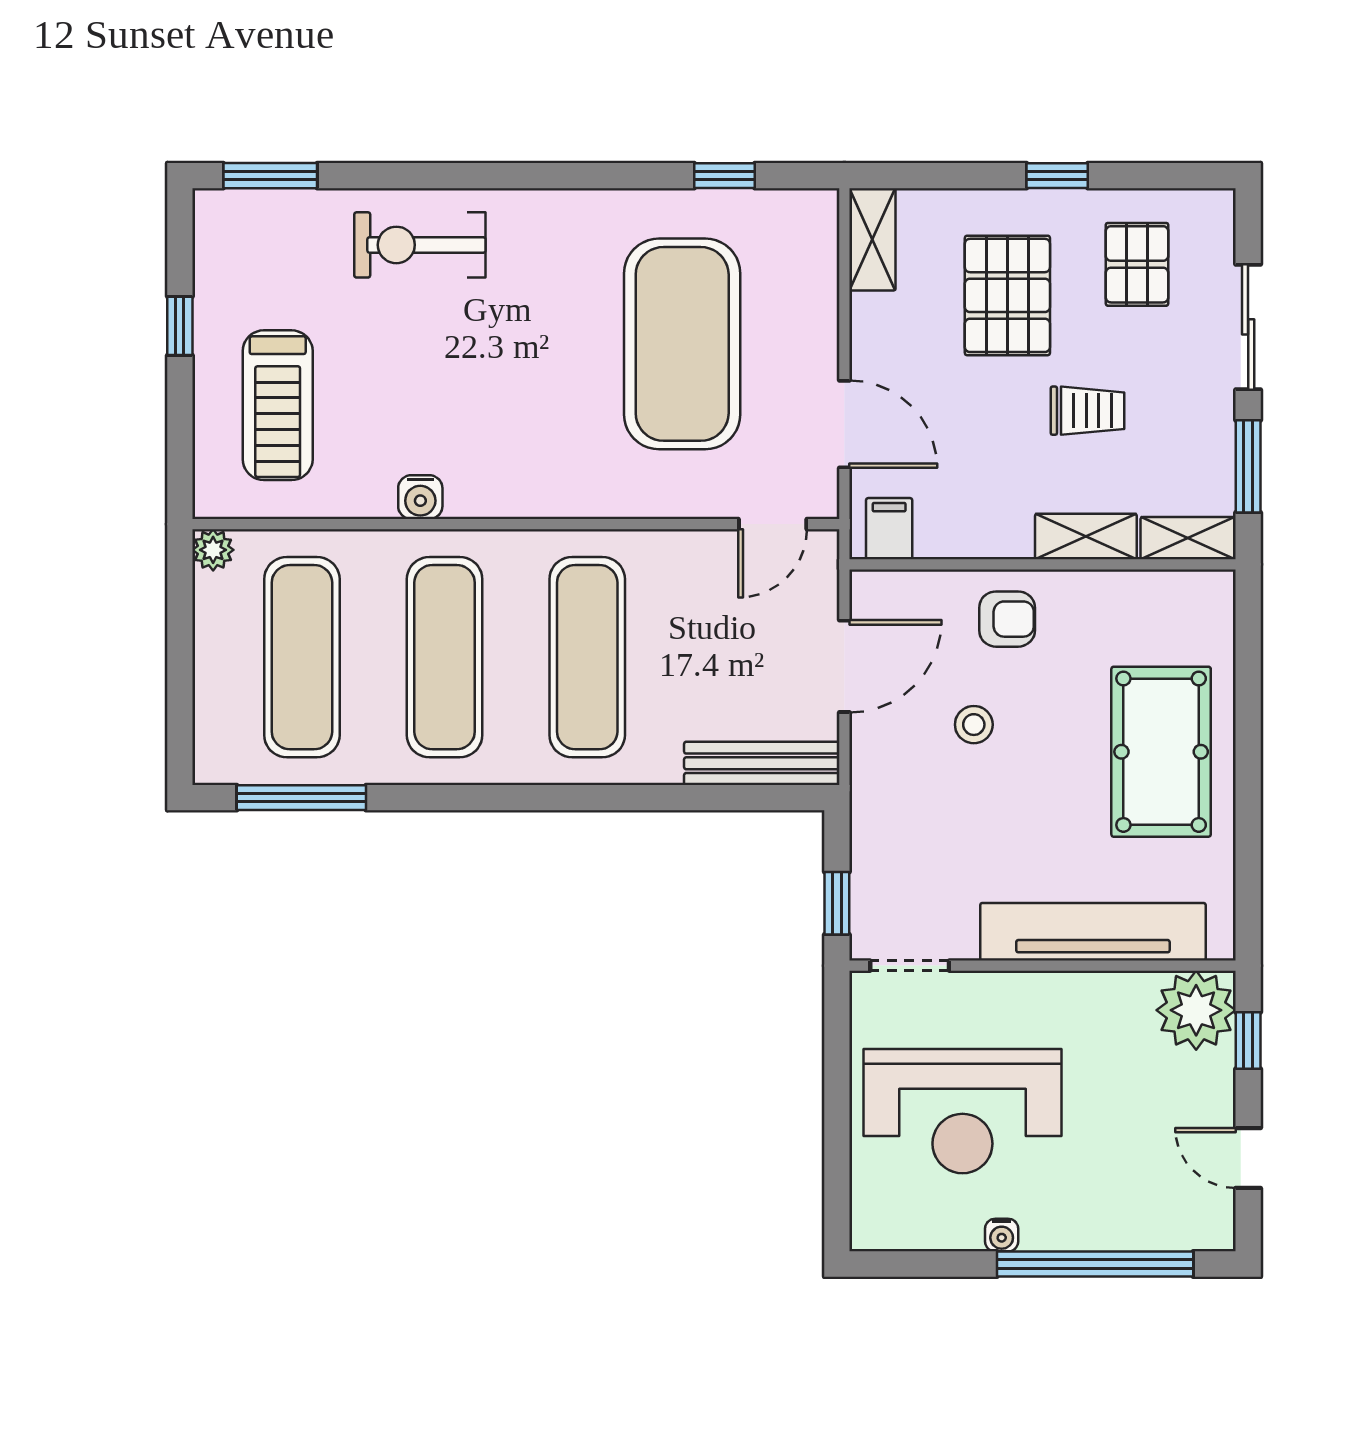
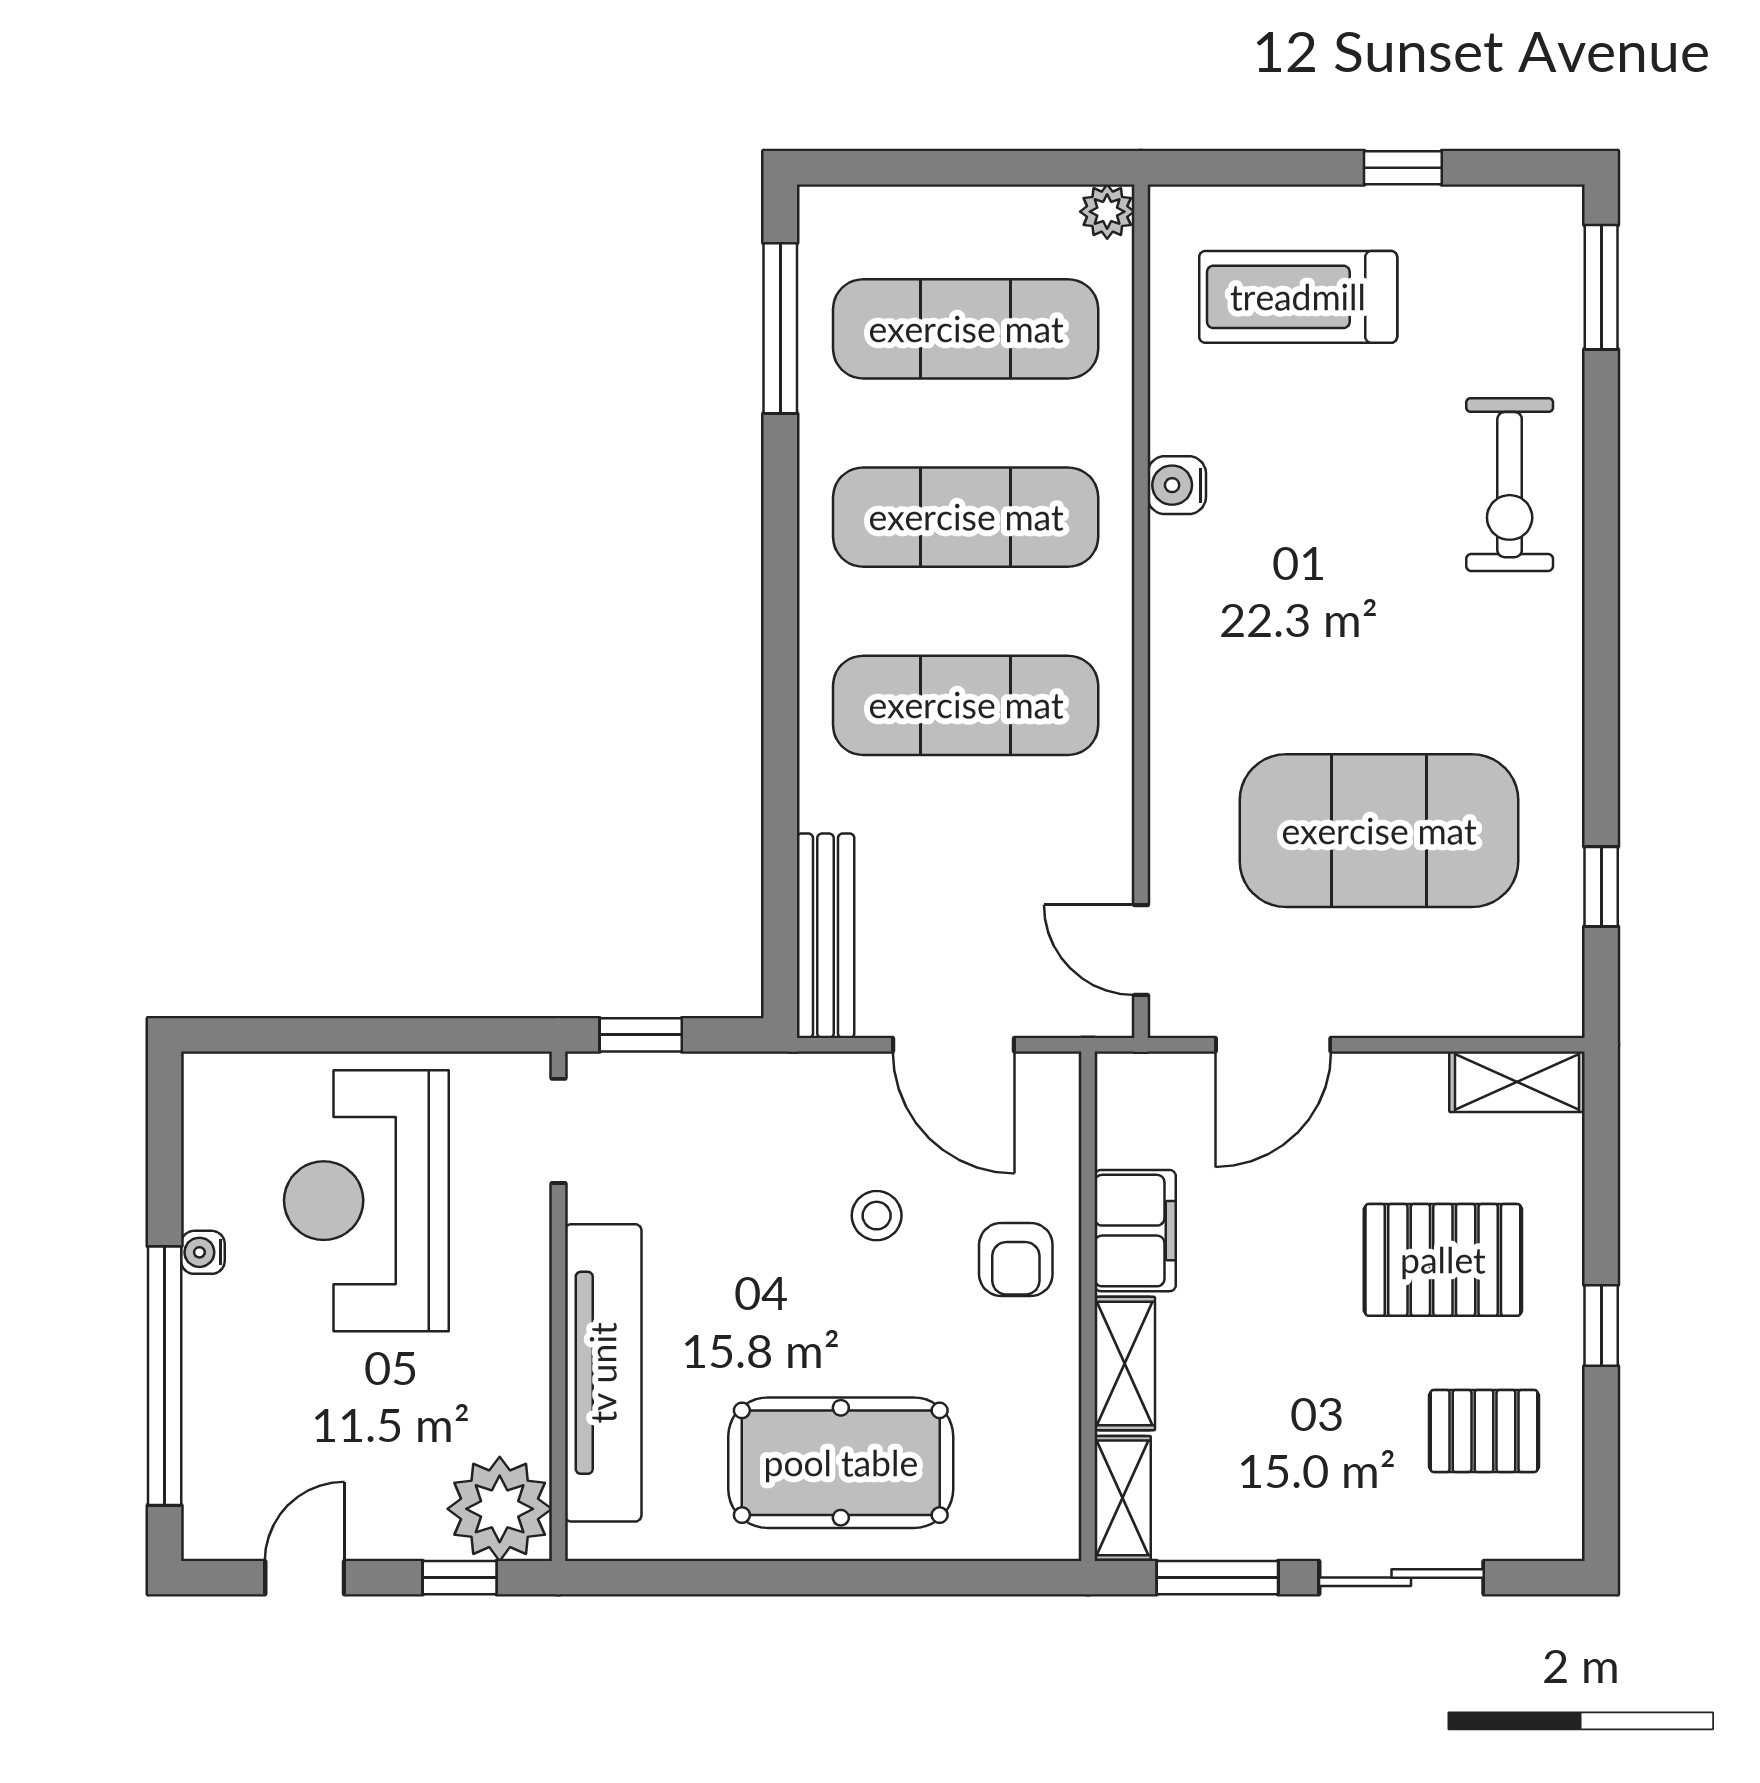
exercise bike: (420, 245) -> (1510, 485), turned 180
trolley: (1087, 411) -> (1291, 1366), removed
filing cabinet: (889, 529) -> (1135, 1231), moved, width x2.00

